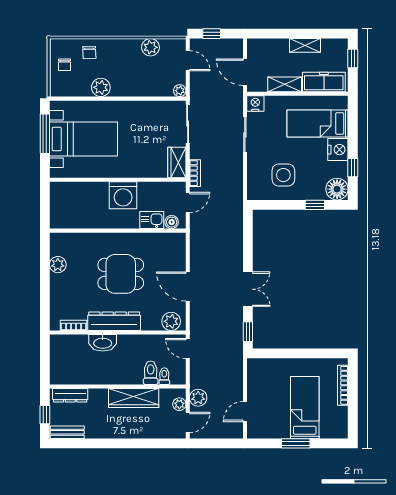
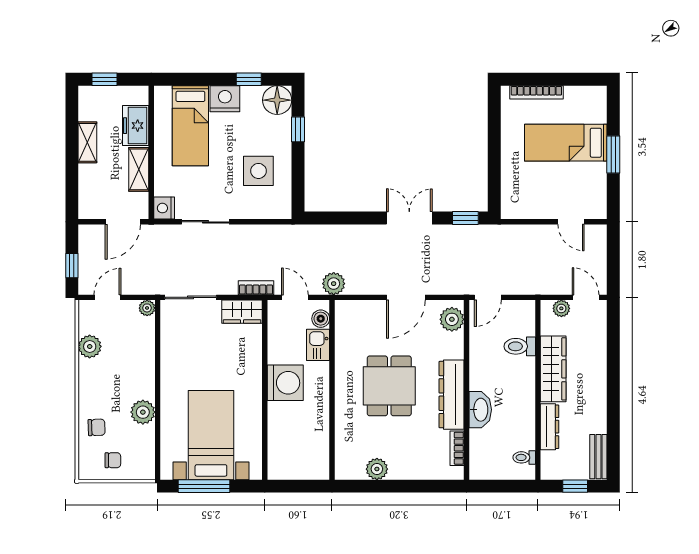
freezer: (324, 82) -> (136, 126), width x0.71
toilet: (164, 376) -> (524, 457), moved
dresser: (70, 395) -> (550, 427), moved
plant: (198, 398) -> (334, 284), moved

